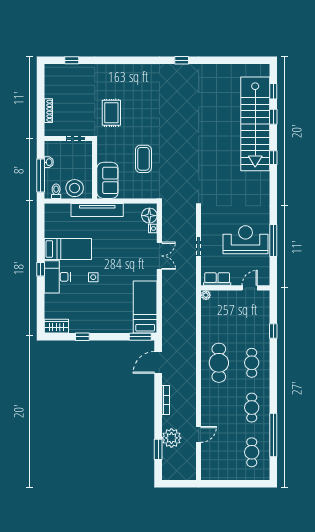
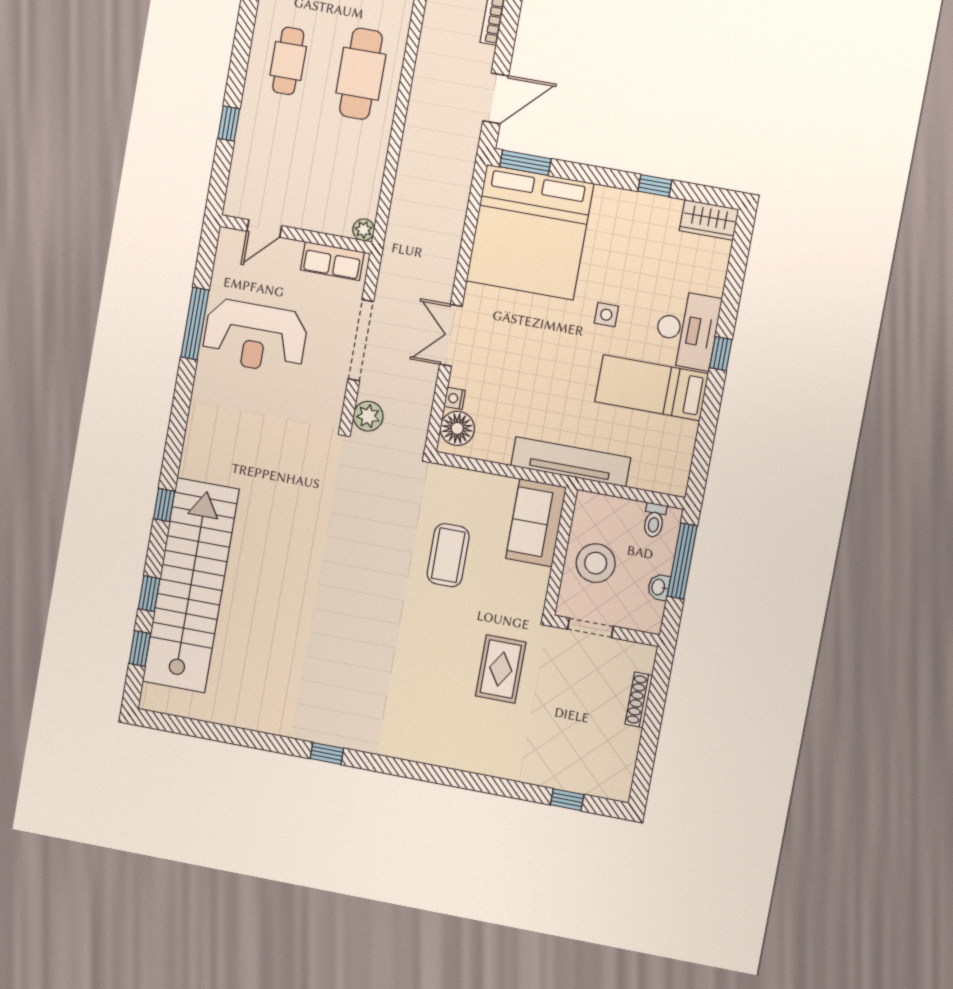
stool: (75, 188) -> (596, 563), moved
plant: (189, 214) -> (368, 416), added
doorway: (199, 246) -> (361, 340), width x1.87
bed: (145, 307) -> (530, 232), width x2.04

